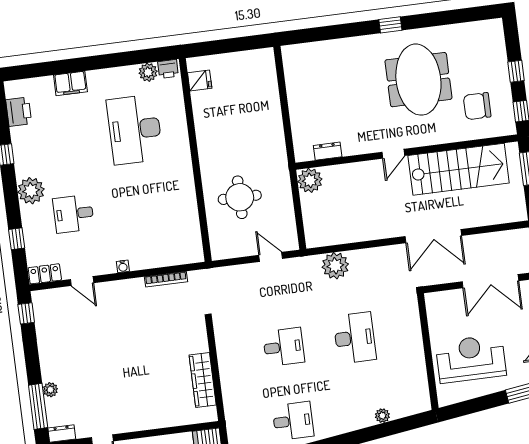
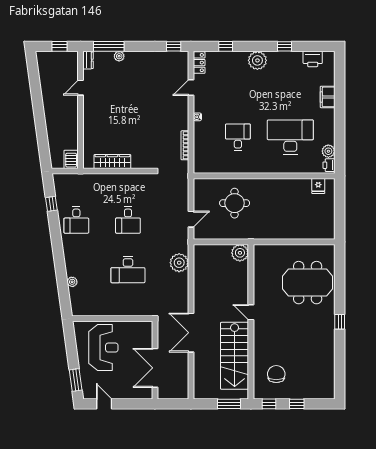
meeting table: (418, 80) -> (308, 283), moved
dresser: (328, 151) -> (259, 268), removed
desk: (73, 214) -> (238, 137), moved

